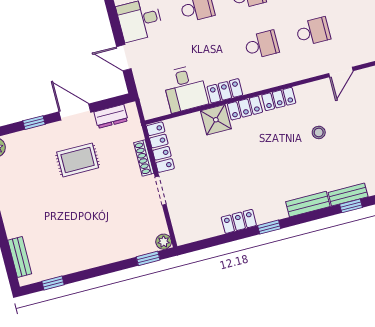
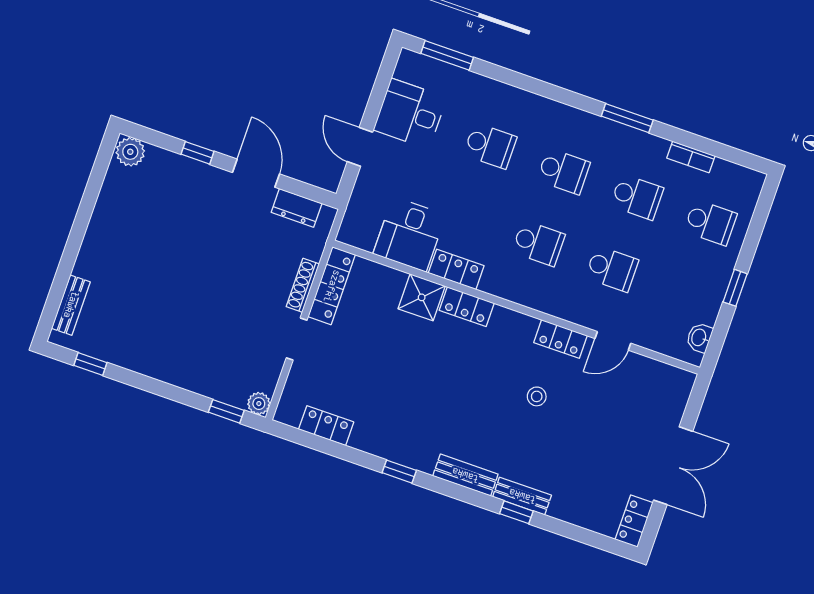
locker: (279, 99) -> (560, 339), moved
rug: (78, 160) -> (220, 234), removed
locker: (239, 221) -> (326, 426), moved

